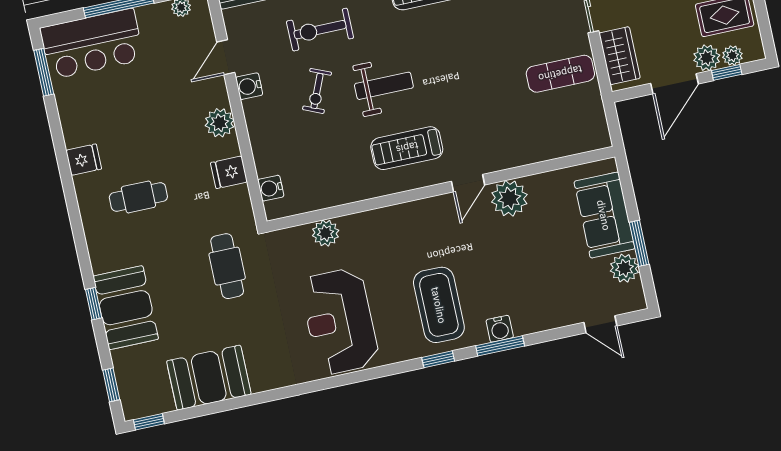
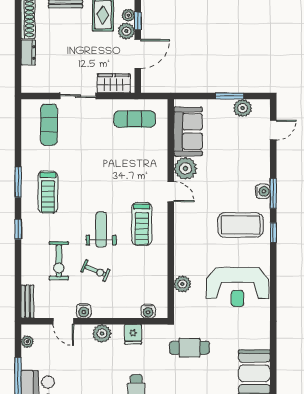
exercise mat: (560, 74) -> (135, 119), moved, turned 90
door: (674, 84) -> (138, 54), hinge flipped
sofa: (604, 215) -> (188, 131), moved, turned -90

